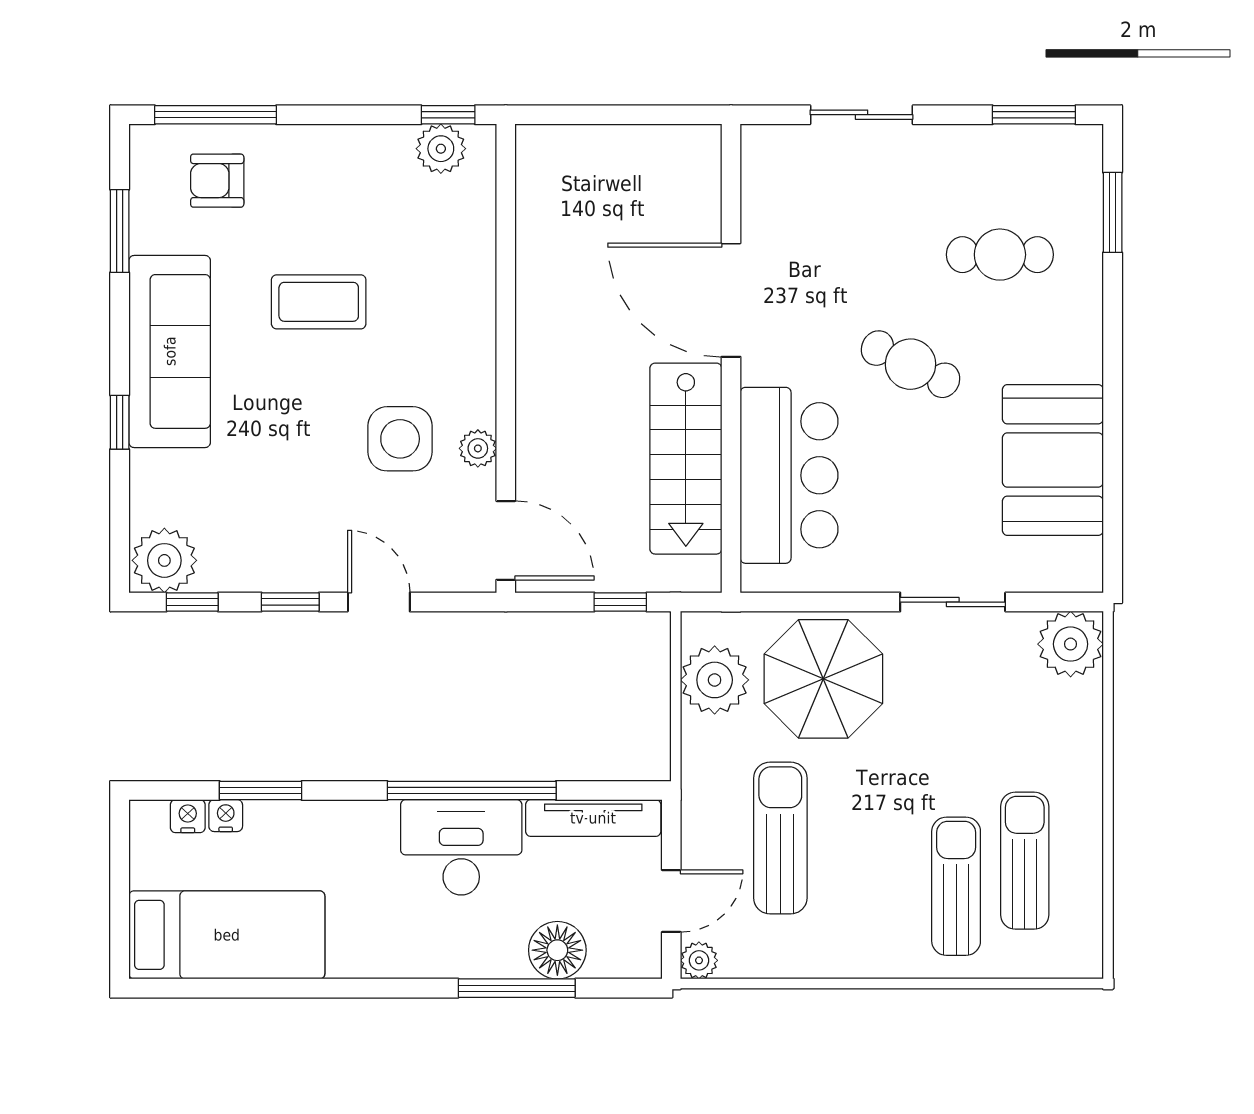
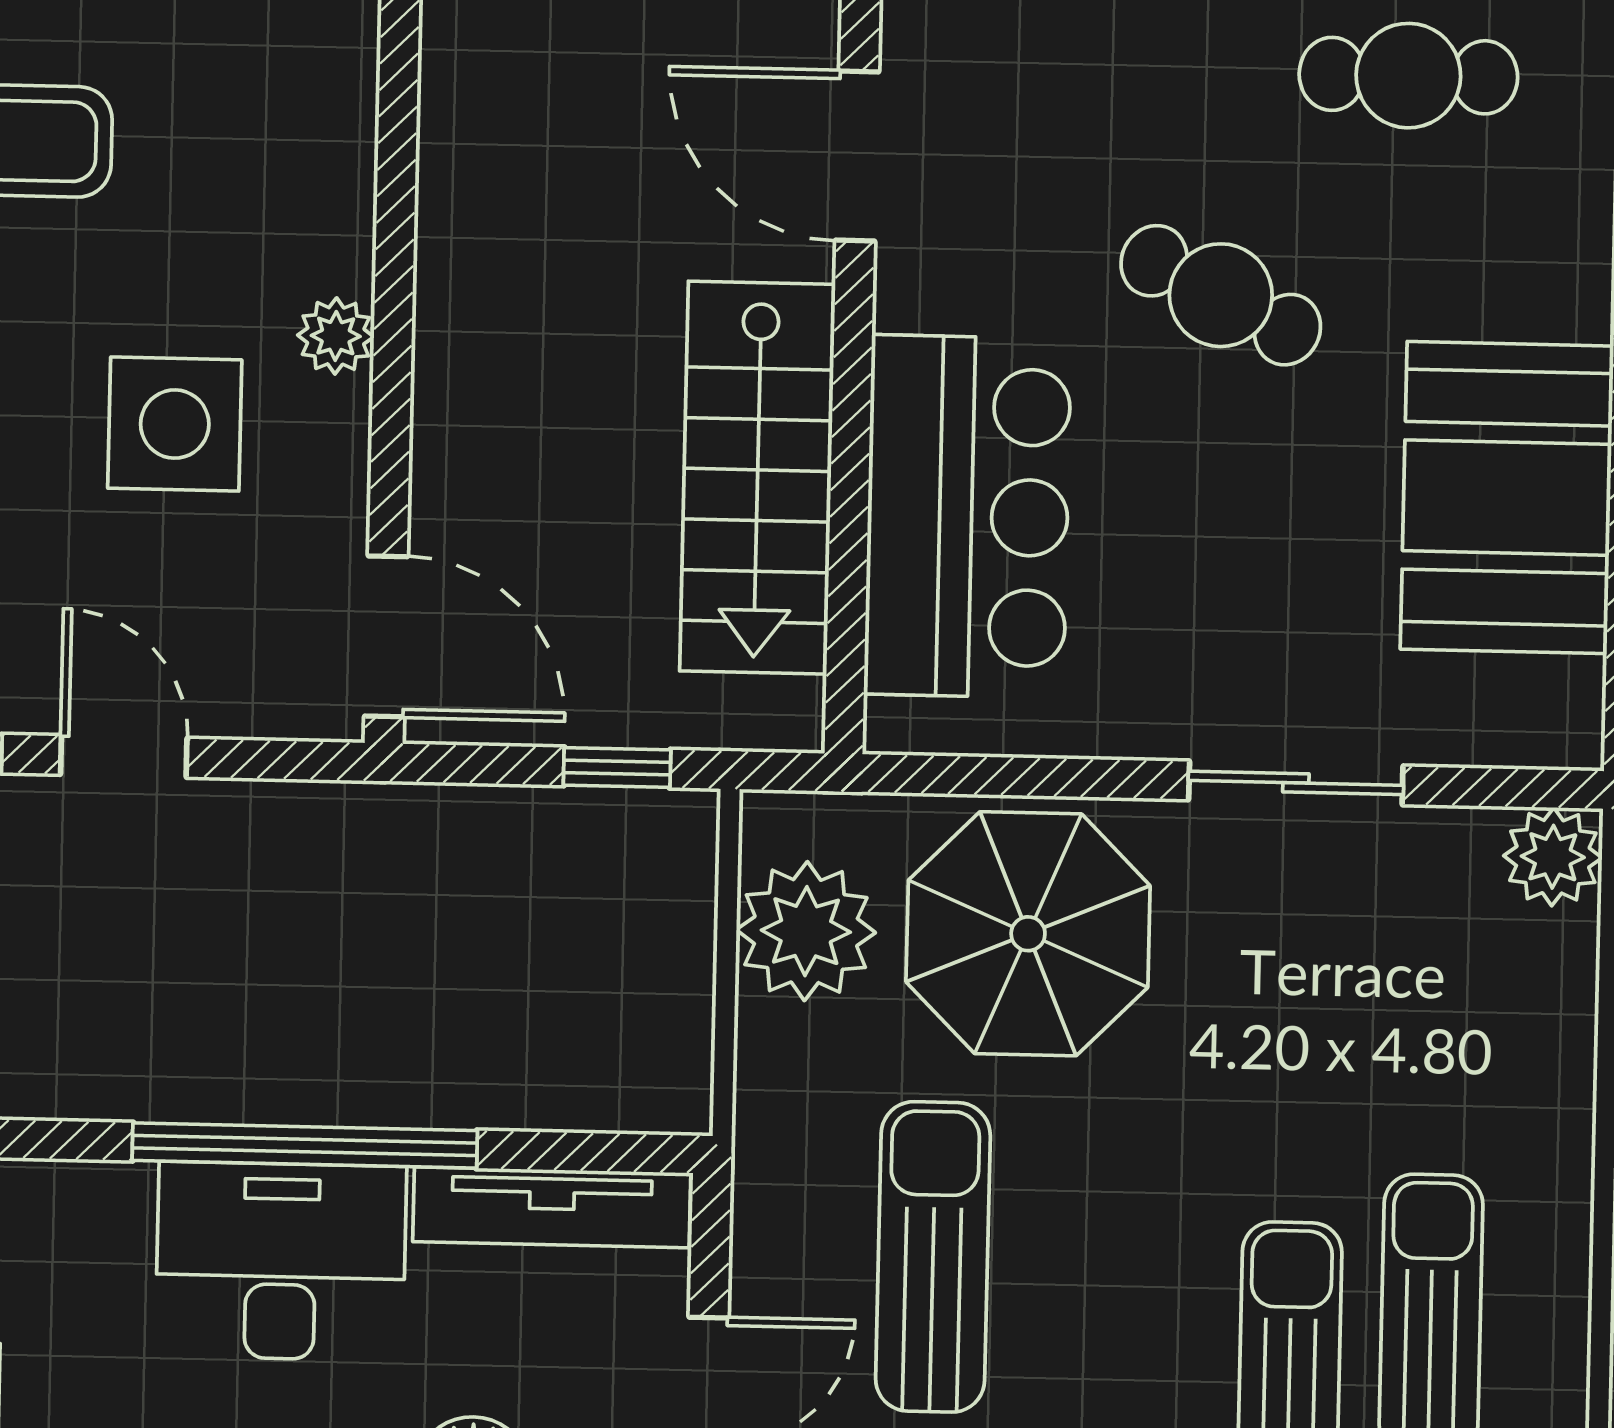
door: (731, 300) -> (857, 156), width x0.73
plant: (478, 448) -> (336, 336), moved
plant: (1071, 644) -> (1553, 857), width x0.73, depth x0.73

